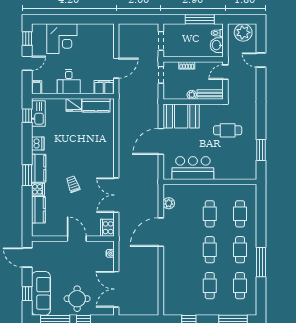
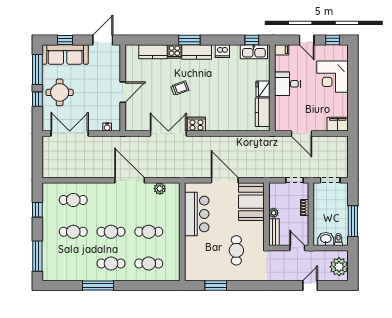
filing cabinet: (104, 87) -> (338, 124), moved, turned -90
cooker: (107, 228) -> (196, 124), moved
cafe table: (240, 286) -> (73, 200), moved

